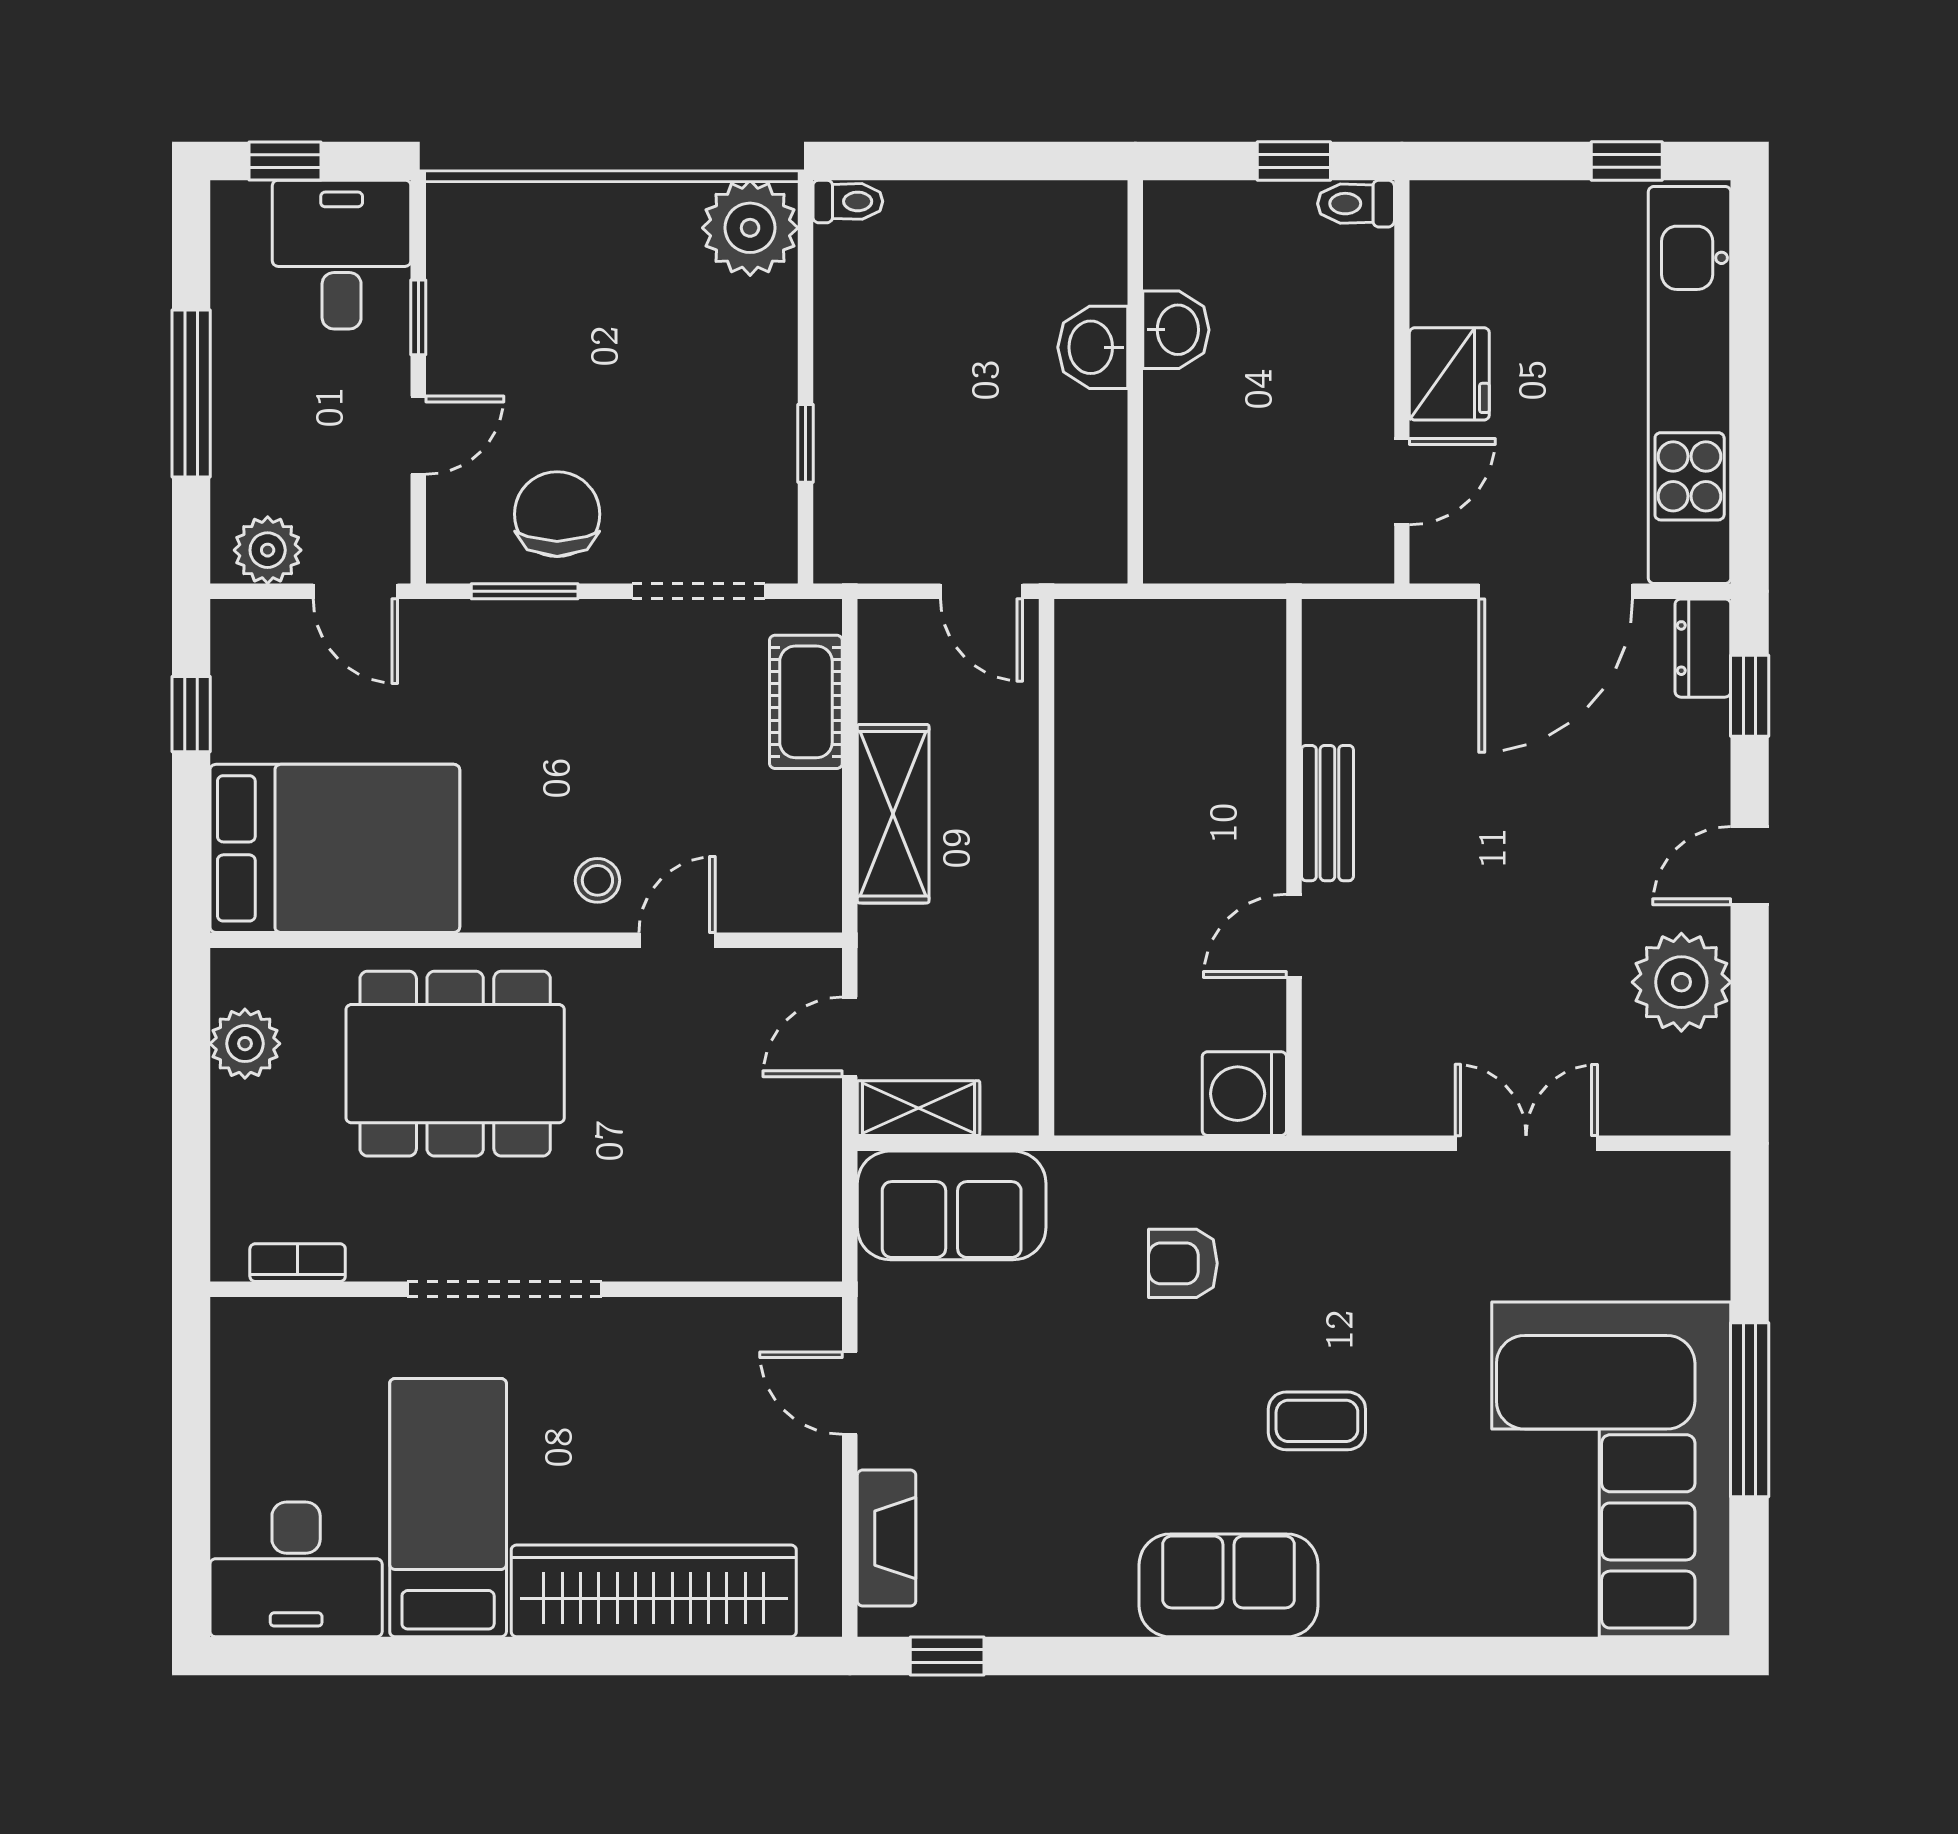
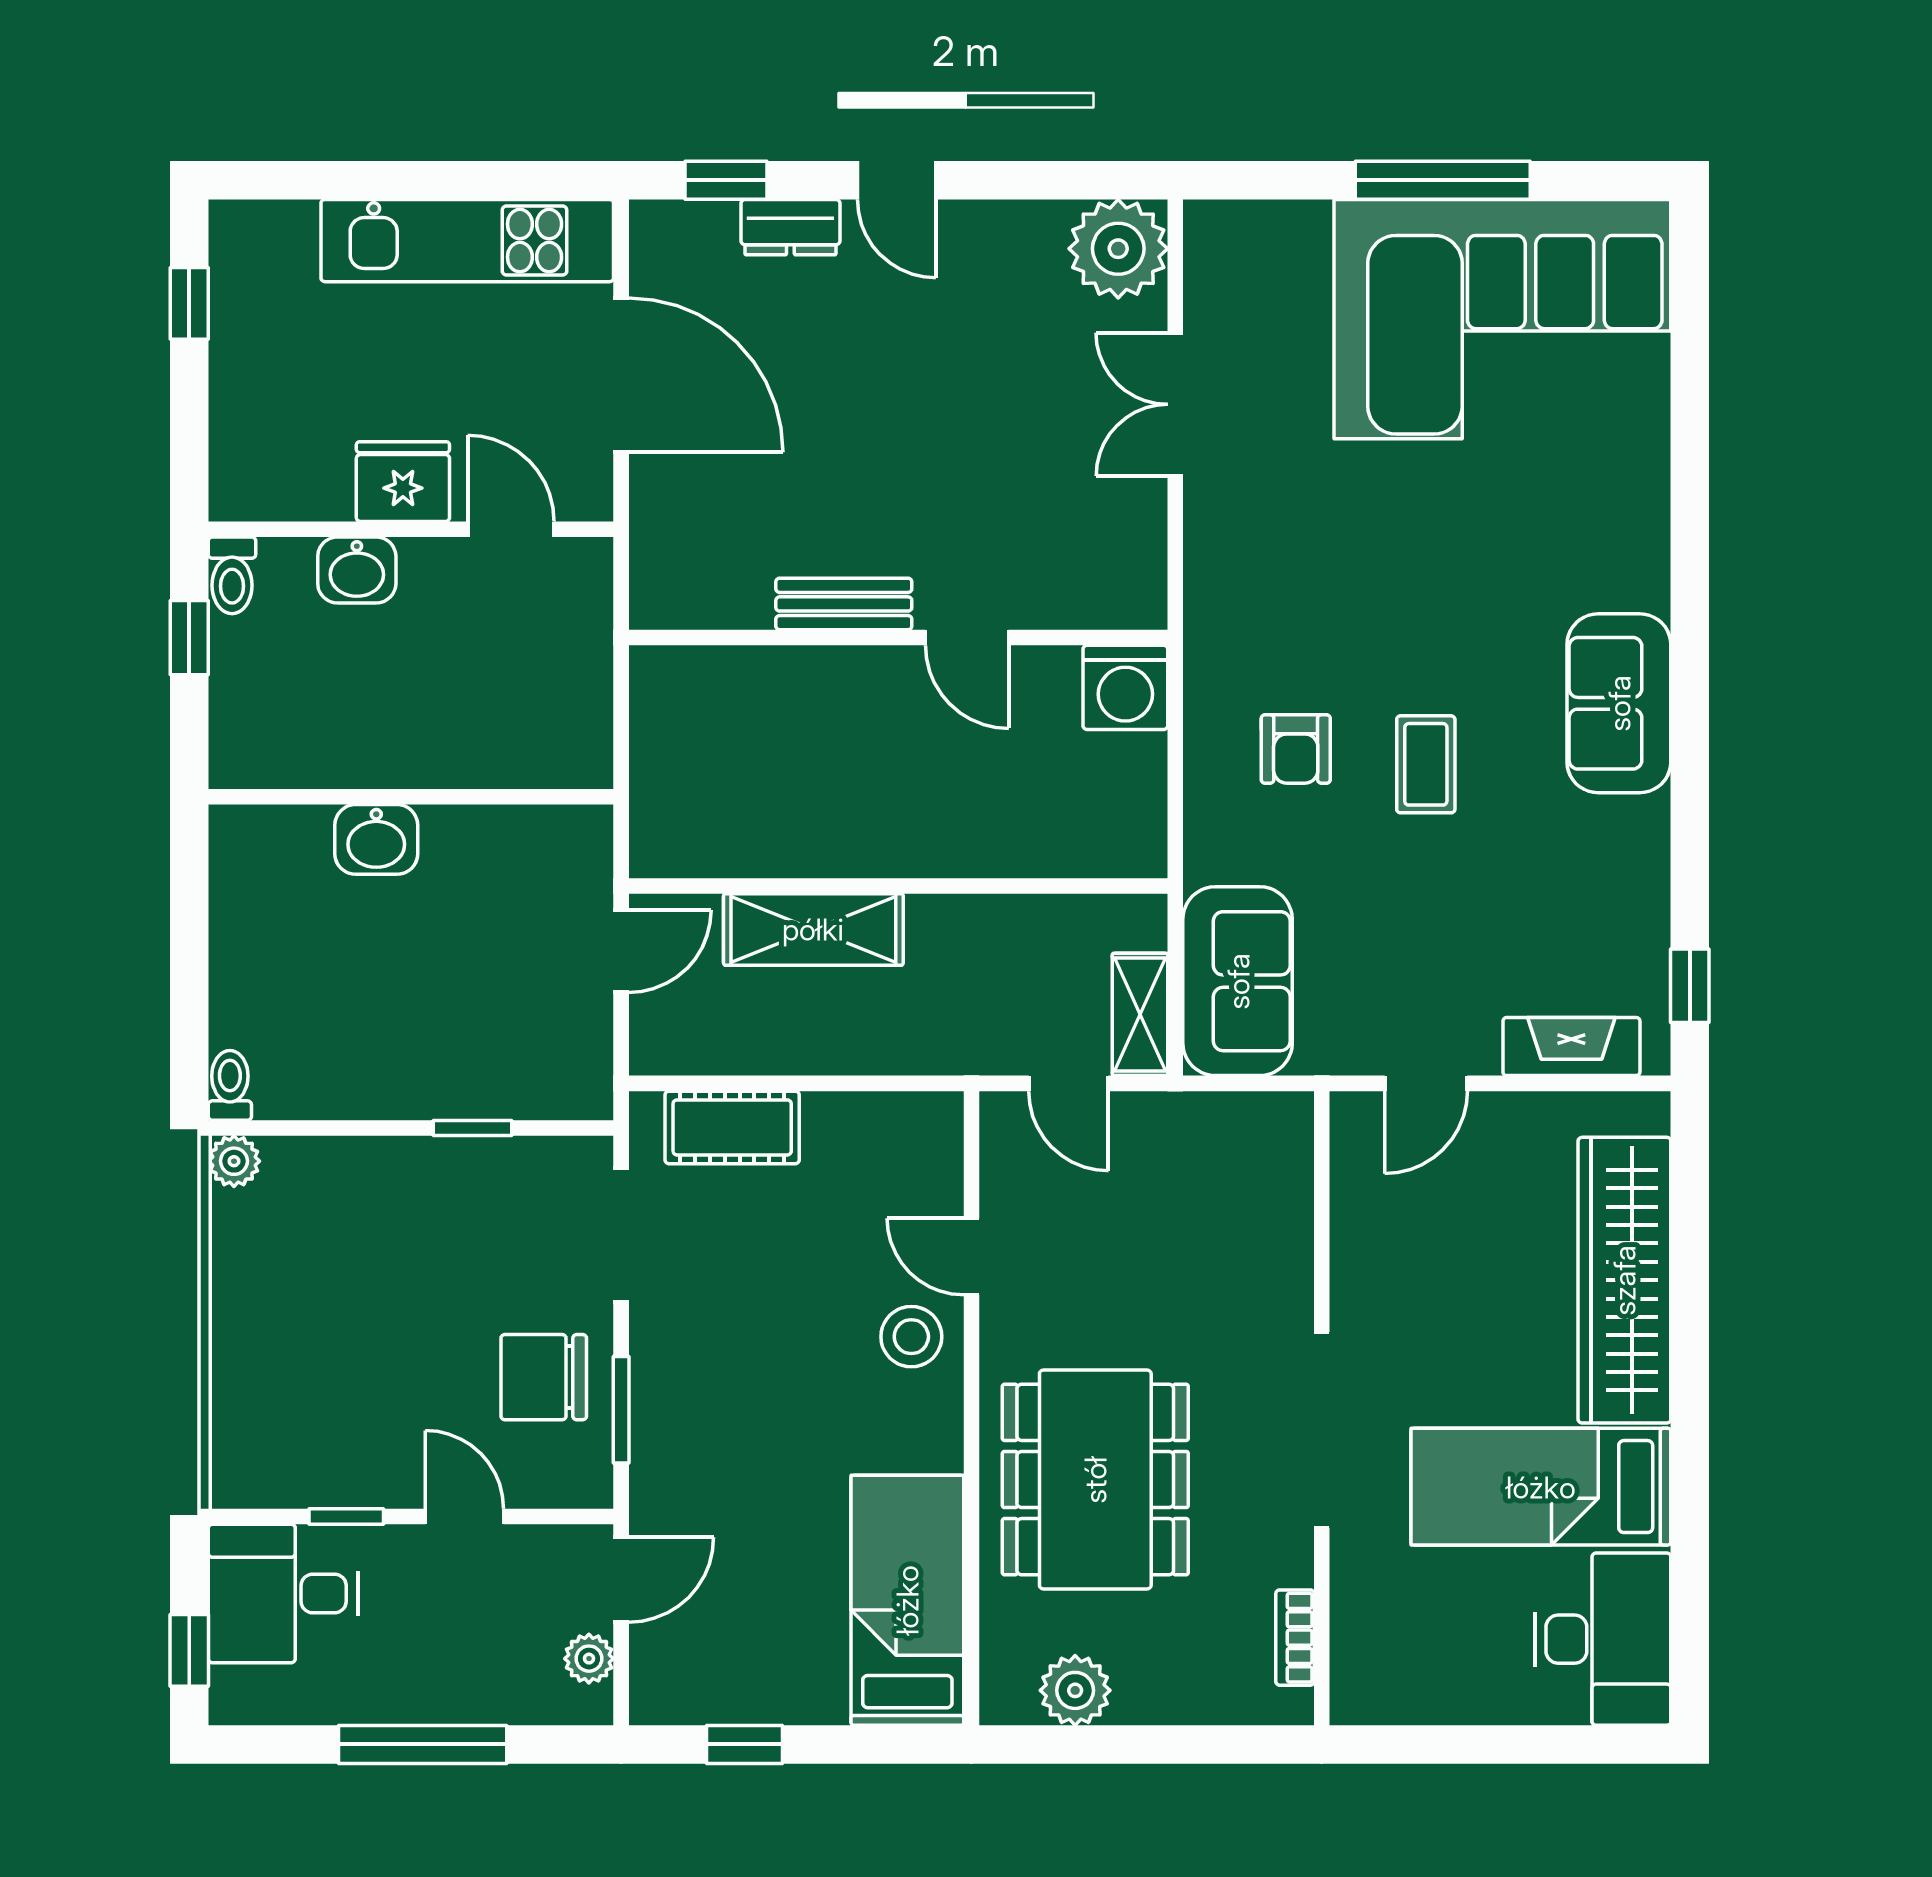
plant: (750, 228) -> (234, 1161), width x0.53, depth x0.53
washbasin: (1176, 330) -> (357, 570), moved, turned 180
kitchen unit: (1690, 385) -> (467, 241), width x0.73
plant: (268, 550) -> (589, 1659), width x0.73, depth x0.73
dresser: (1703, 648) -> (790, 227), moved
shelving: (893, 814) -> (813, 929), moved
bed: (335, 848) -> (907, 1600), width x0.67
stool: (597, 880) -> (911, 1337), width x1.37, depth x1.37
plant: (1681, 982) -> (1118, 249), moved
coffee table: (1317, 1421) -> (1426, 764), moved

